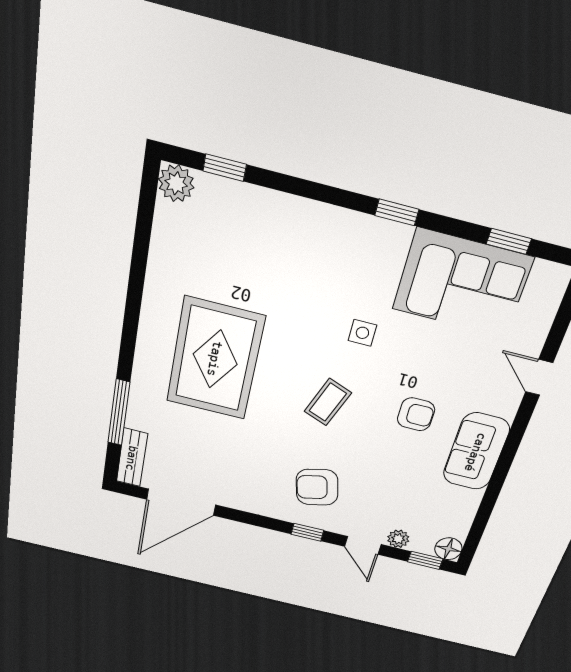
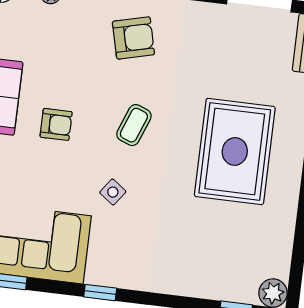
side table: (362, 333) -> (113, 192), turned 36
armchair: (416, 414) -> (56, 124), turned 180

